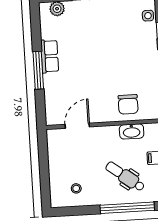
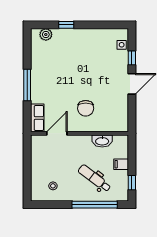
row of seats: (50, 56) -> (37, 118), moved
chair: (128, 104) -> (86, 108), moved

